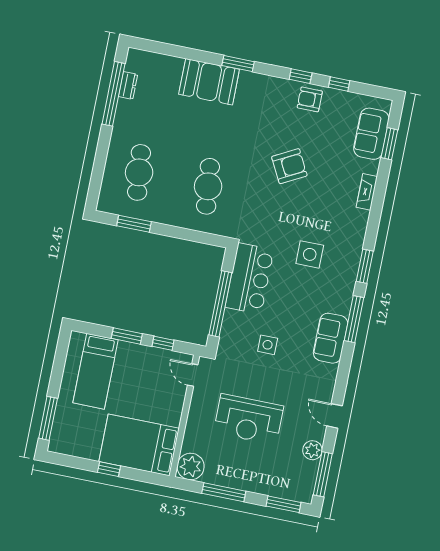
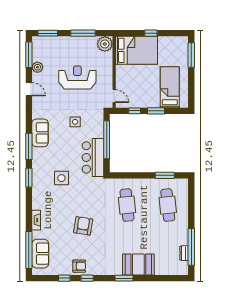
window: (389, 144) -> (29, 250), width x2.11
armchair: (289, 166) -> (83, 226), turned 127

